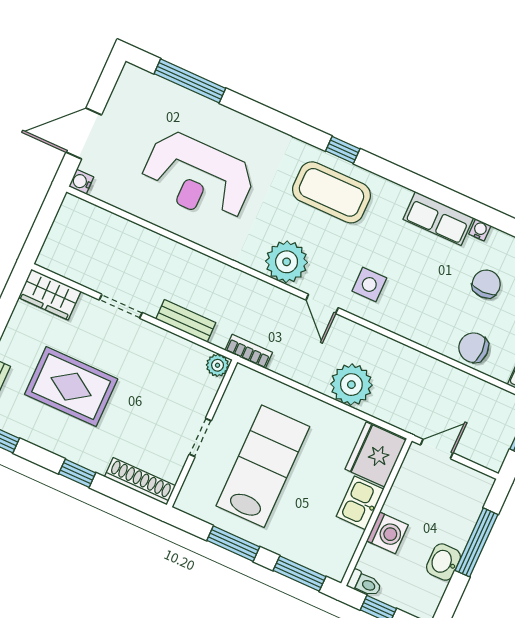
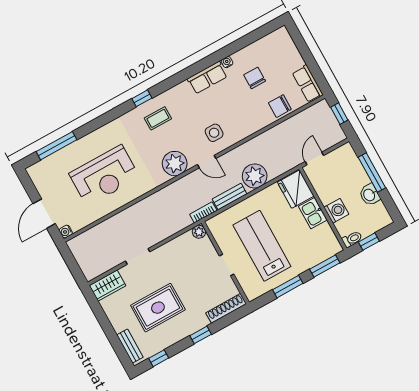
coffee table: (332, 192) -> (158, 118), width x0.54, depth x0.58
bench: (186, 321) -> (230, 197), moved

